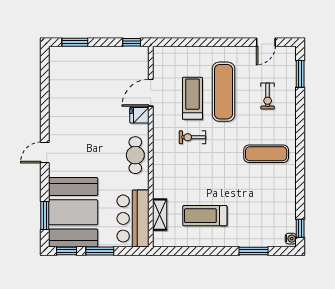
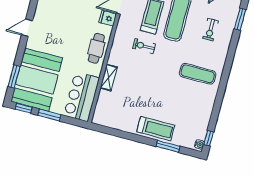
shelving: (160, 215) -> (109, 78), moved
treadmill: (205, 216) -> (156, 129), moved, turned 180

